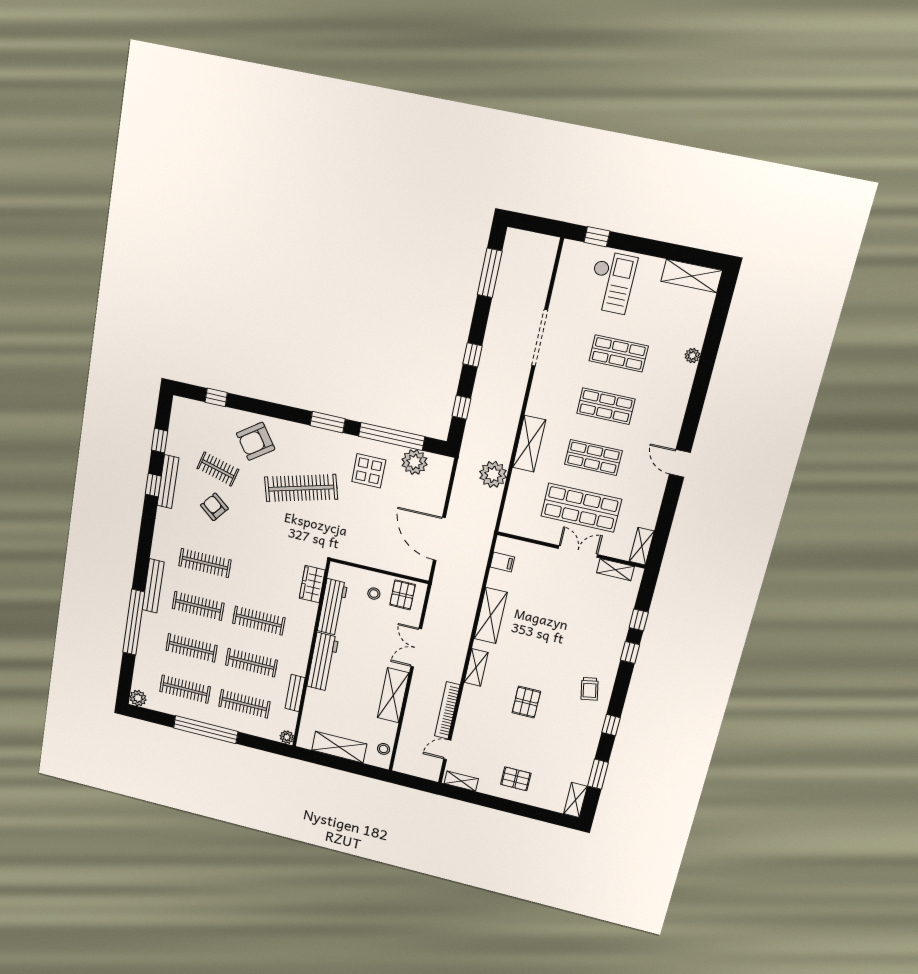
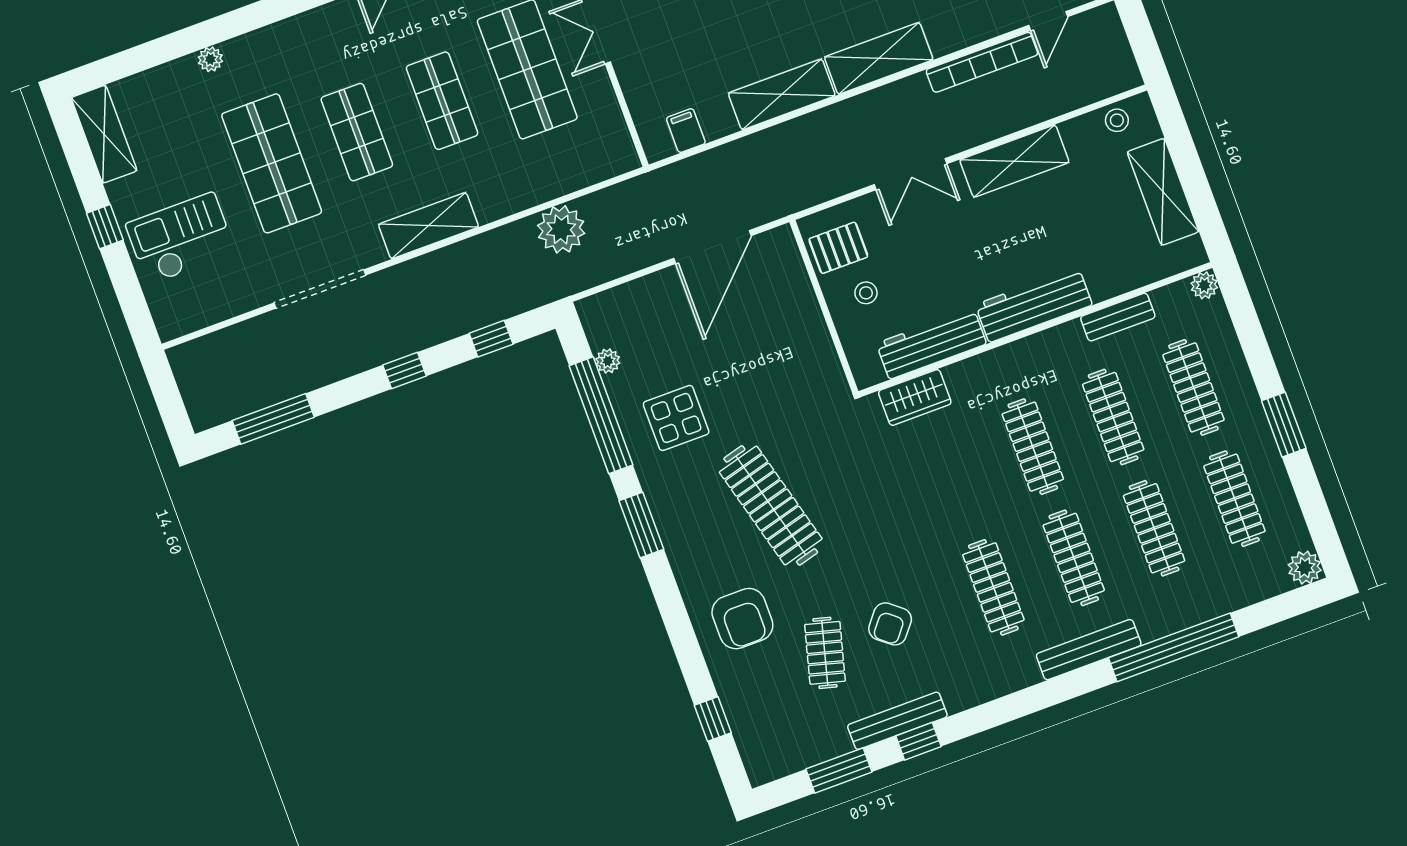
window: (597, 237) -> (105, 227), moved
shop shelf: (619, 353) -> (272, 163), width x1.43, depth x1.36
window: (160, 441) -> (839, 770), width x1.50
armchair: (256, 441) -> (742, 619), turned 35
shelving: (529, 444) -> (428, 226), moved
plant: (414, 462) -> (608, 361), width x0.53, depth x0.53
shelving: (476, 667) -> (879, 58), width x1.50, depth x1.33
window: (206, 730) -> (1284, 425), width x0.47
door: (447, 750) -> (1048, 21), hinge flipped

